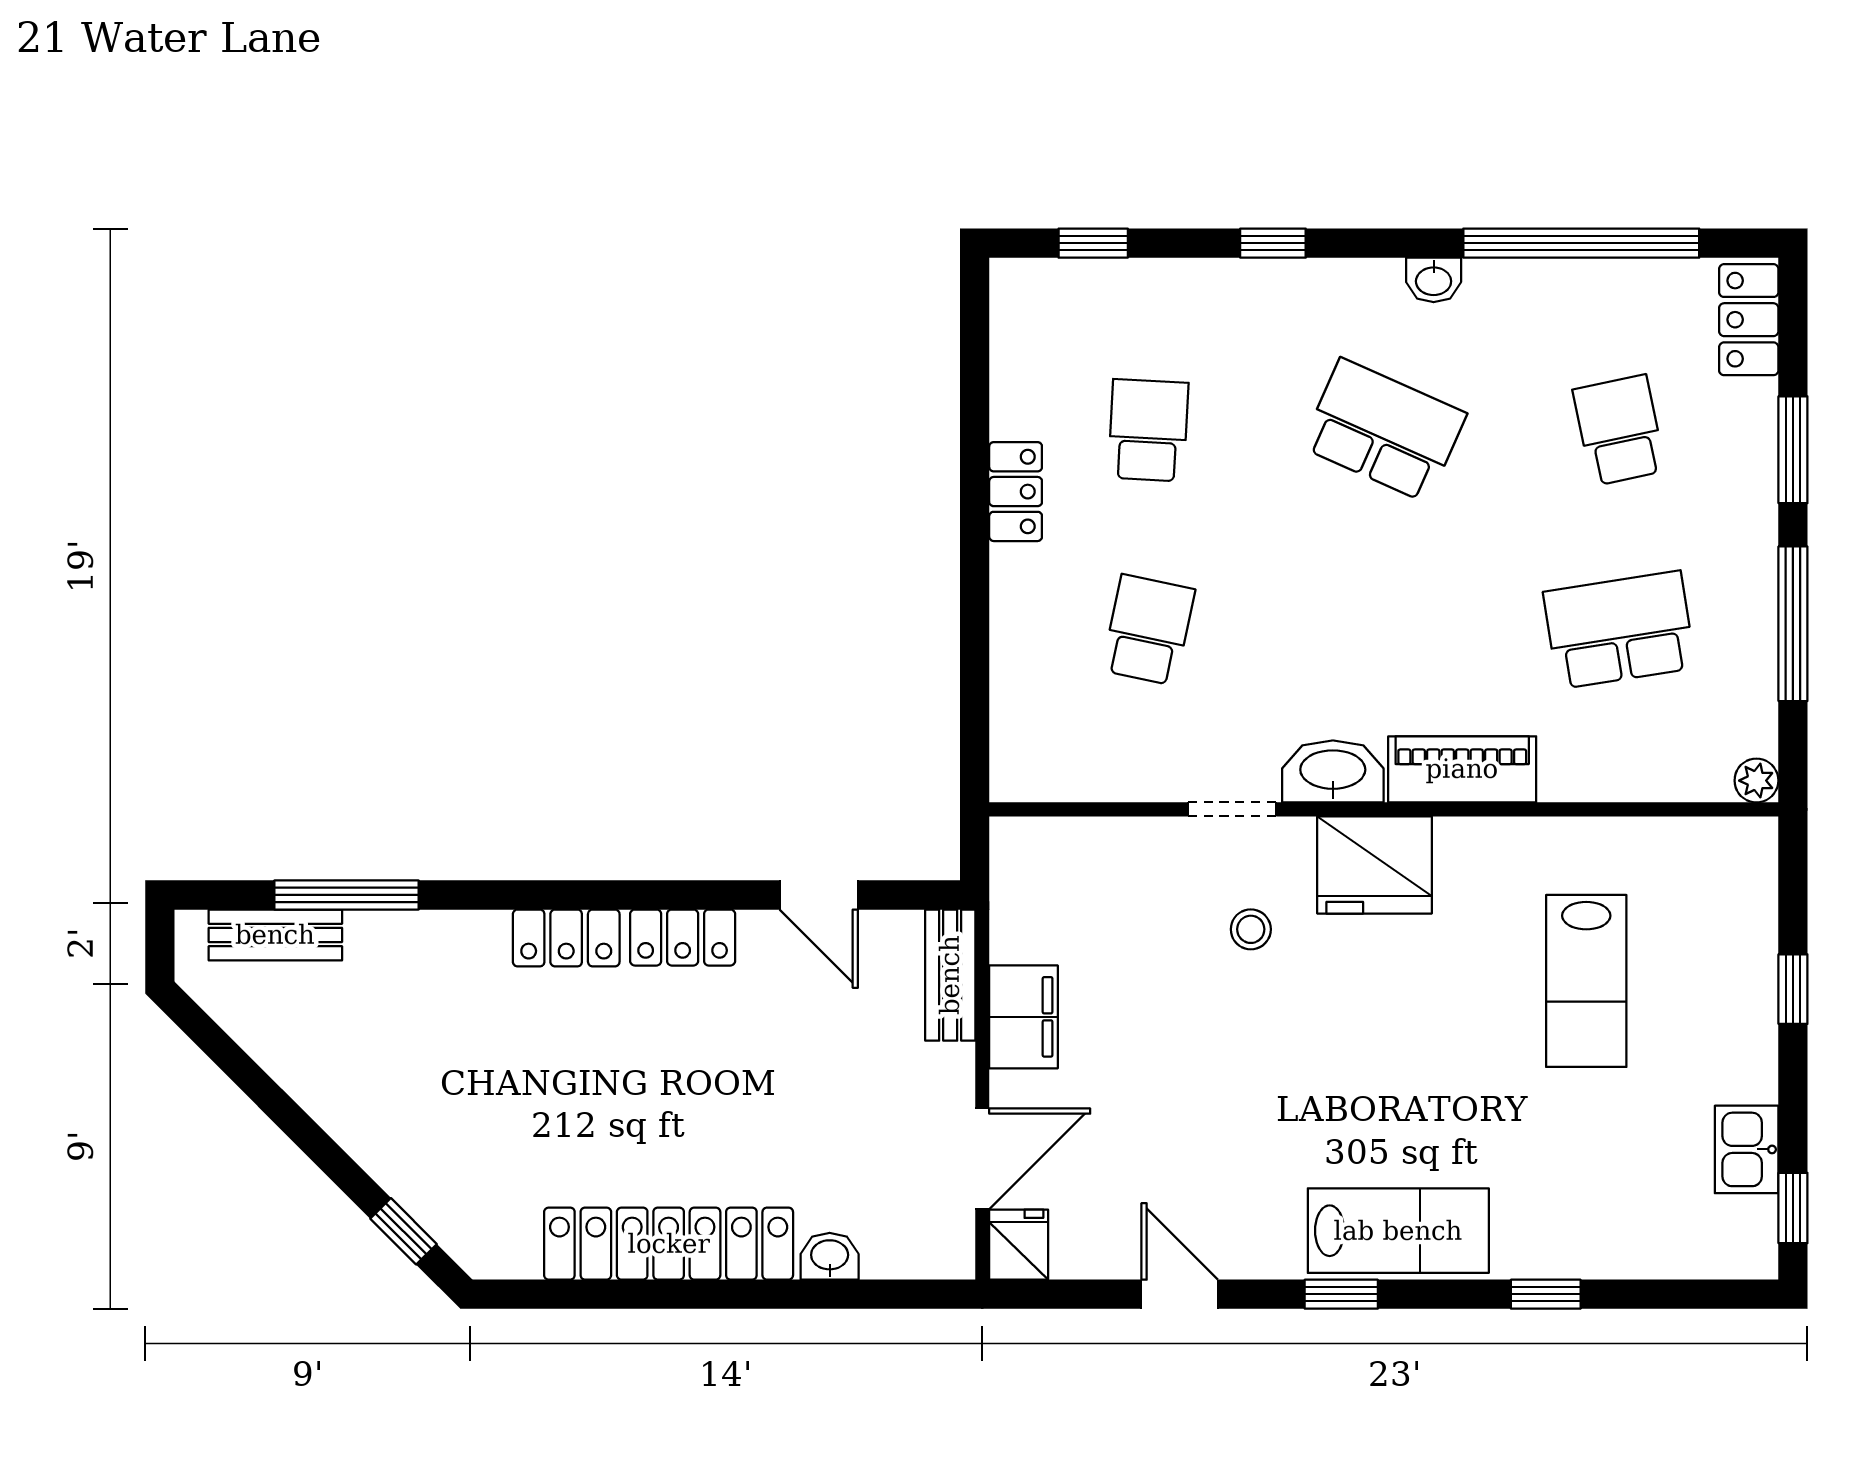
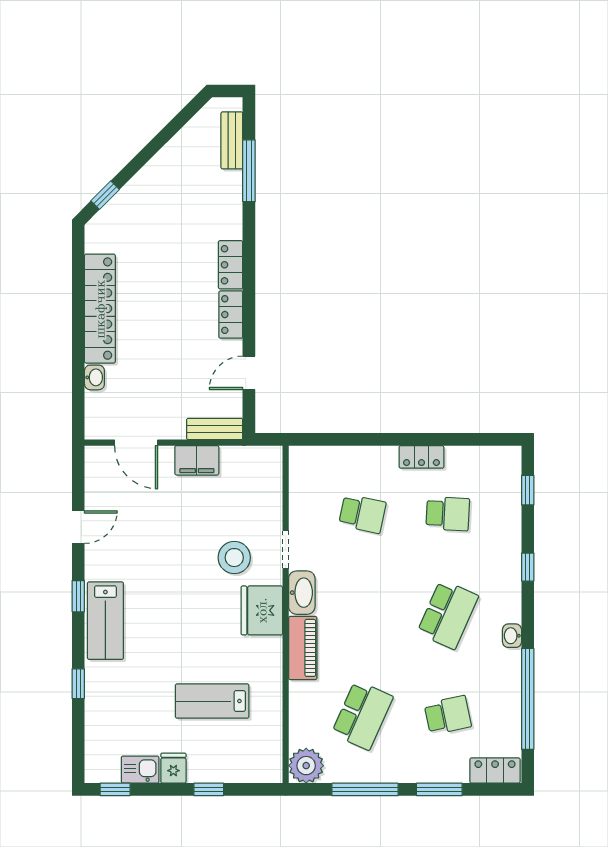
school desk: (1619, 630) -> (362, 715), turned 33
plant: (1756, 781) -> (306, 766), width x1.88, depth x1.88
stool: (1251, 929) -> (234, 558), width x1.89, depth x1.89
fridge: (1019, 1245) -> (173, 768), moved, turned -90

